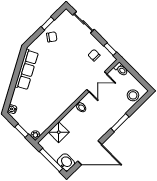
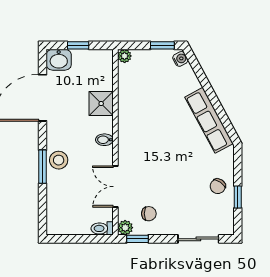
plant: (111, 59) -> (125, 228), added
stool: (133, 95) -> (59, 160), moved
window: (22, 131) -> (162, 45), moved
shower: (59, 132) -> (101, 104), moved
window: (51, 160) -> (78, 45), width x0.46

